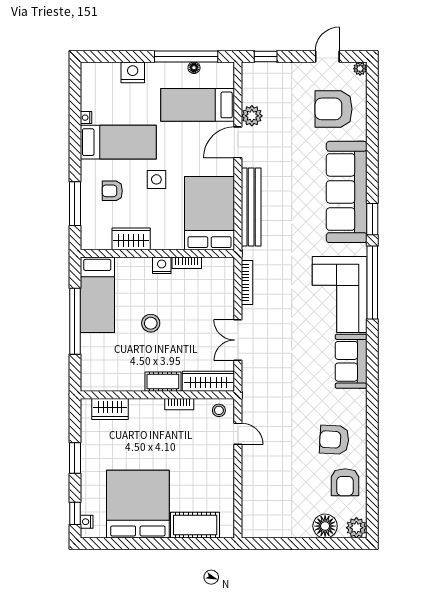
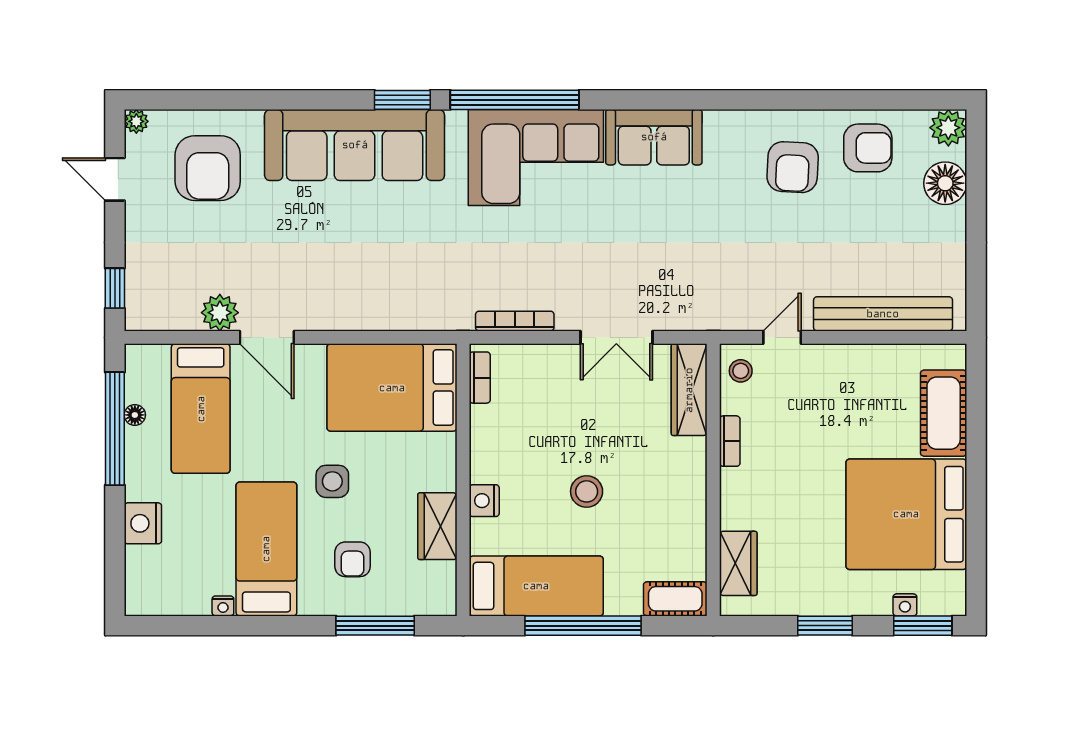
bench: (251, 207) -> (883, 314), moved
bookcase: (187, 263) -> (480, 378), moved
nightstand: (162, 265) -> (484, 501), moved
cot: (163, 382) -> (675, 599), moved, turned 90
window: (75, 513) -> (923, 626), width x1.50
nightstand: (87, 522) -> (905, 605), moved

